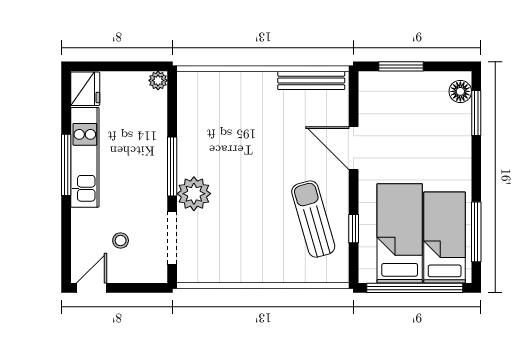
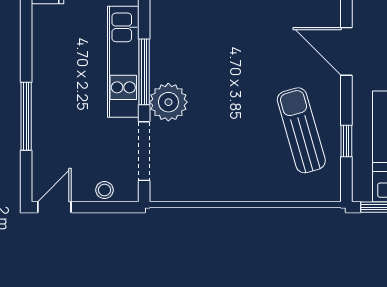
kitchen unit: (85, 157) -> (123, 62), moved, turned 180
window: (66, 165) -> (26, 116), moved
stool: (121, 241) -> (105, 190), moved

